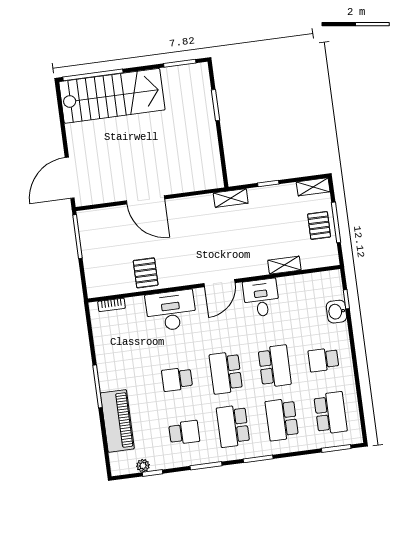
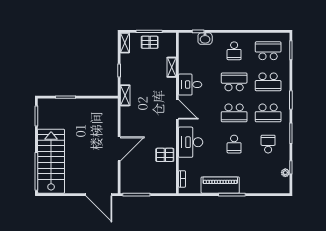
piano: (117, 421) -> (220, 185), moved

